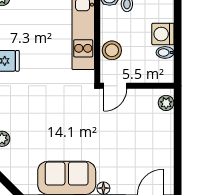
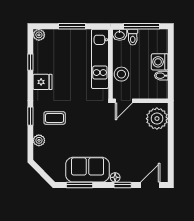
plant: (166, 103) -> (157, 119), width x1.88, depth x1.88
coffee table: (23, 109) -> (55, 118), added

